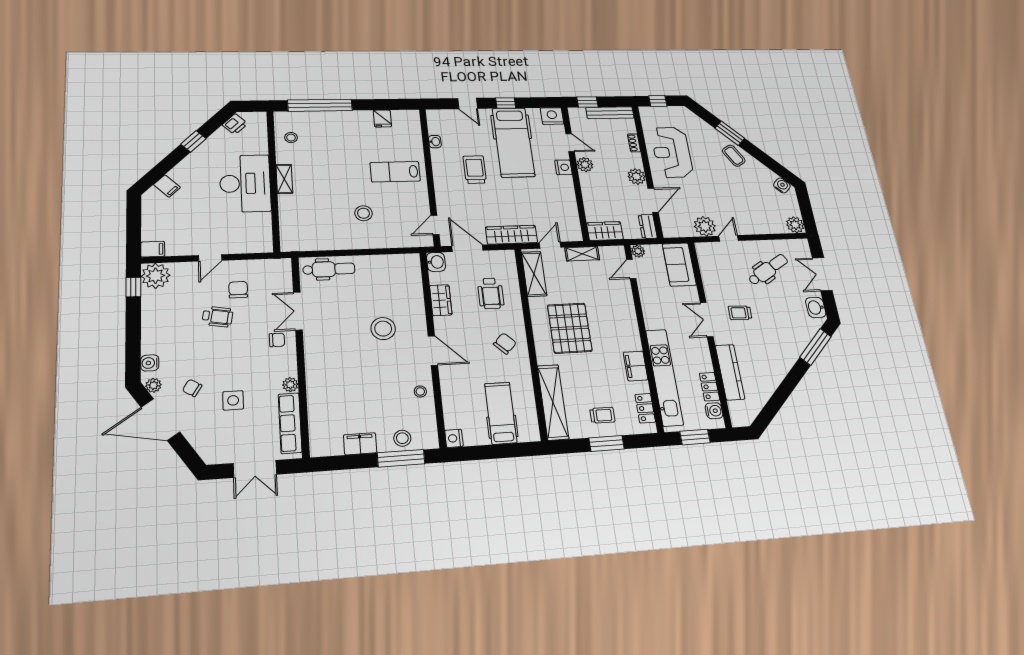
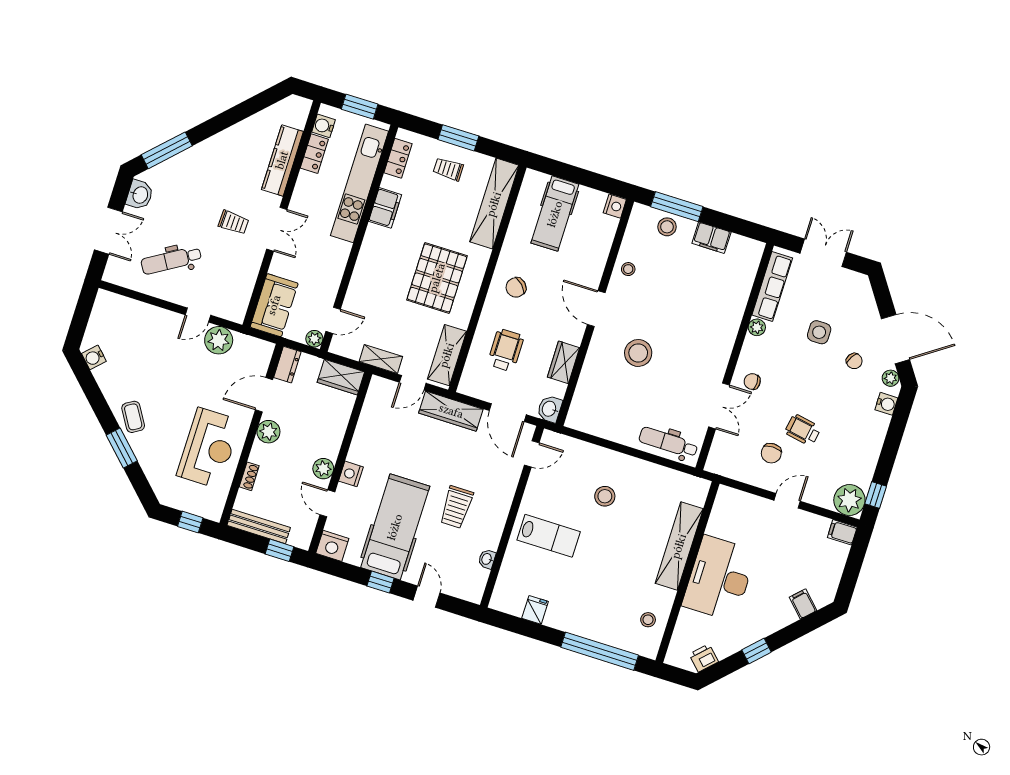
shelving: (284, 179) -> (679, 546), width x2.20, depth x1.33
plant: (795, 225) -> (106, 302), removed

